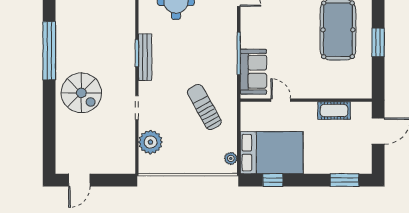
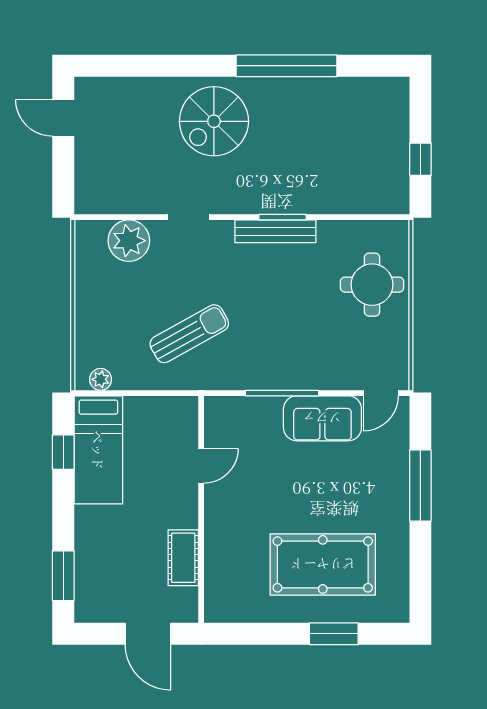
window: (378, 42) -> (334, 634), moved
sofa: (253, 72) -> (322, 418), moved
bed: (272, 153) -> (98, 450), width x0.67

